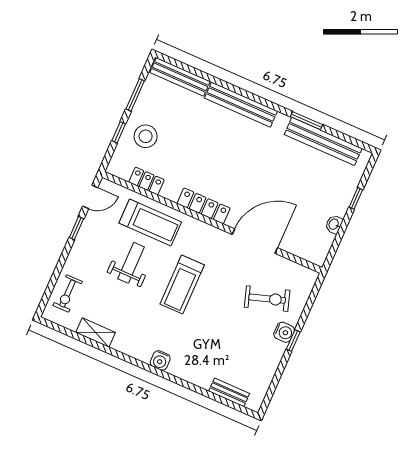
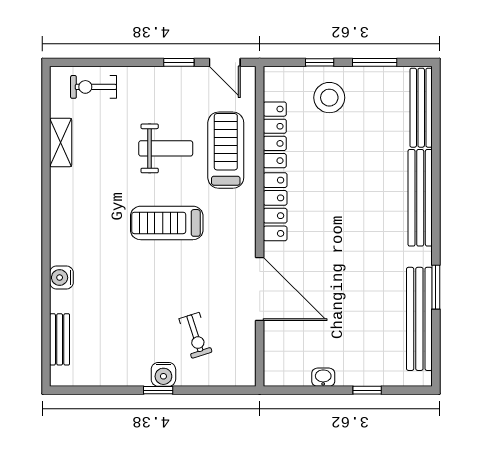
locker: (146, 181) -> (275, 135), width x1.53
treadmill: (150, 223) -> (226, 150), turned 180
exercise bike: (267, 299) -> (196, 335), width x0.73, depth x0.72
water cooler: (160, 360) -> (61, 278), moved

